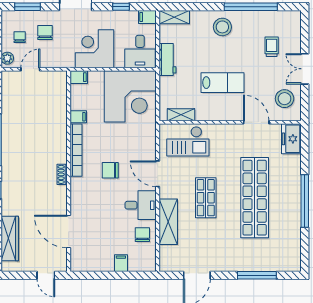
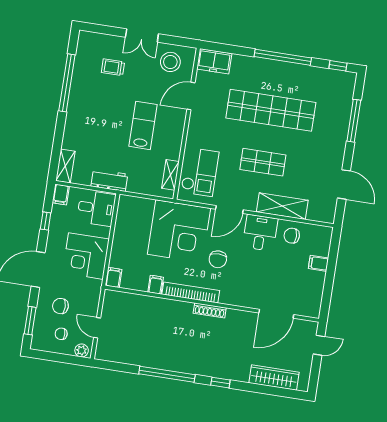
stool: (222, 27) -> (84, 116), removed
corner desk: (130, 96) -> (179, 231), moved, turned 90
shoe rack: (62, 174) -> (210, 310), width x1.43
window: (305, 253) -> (338, 66), added

